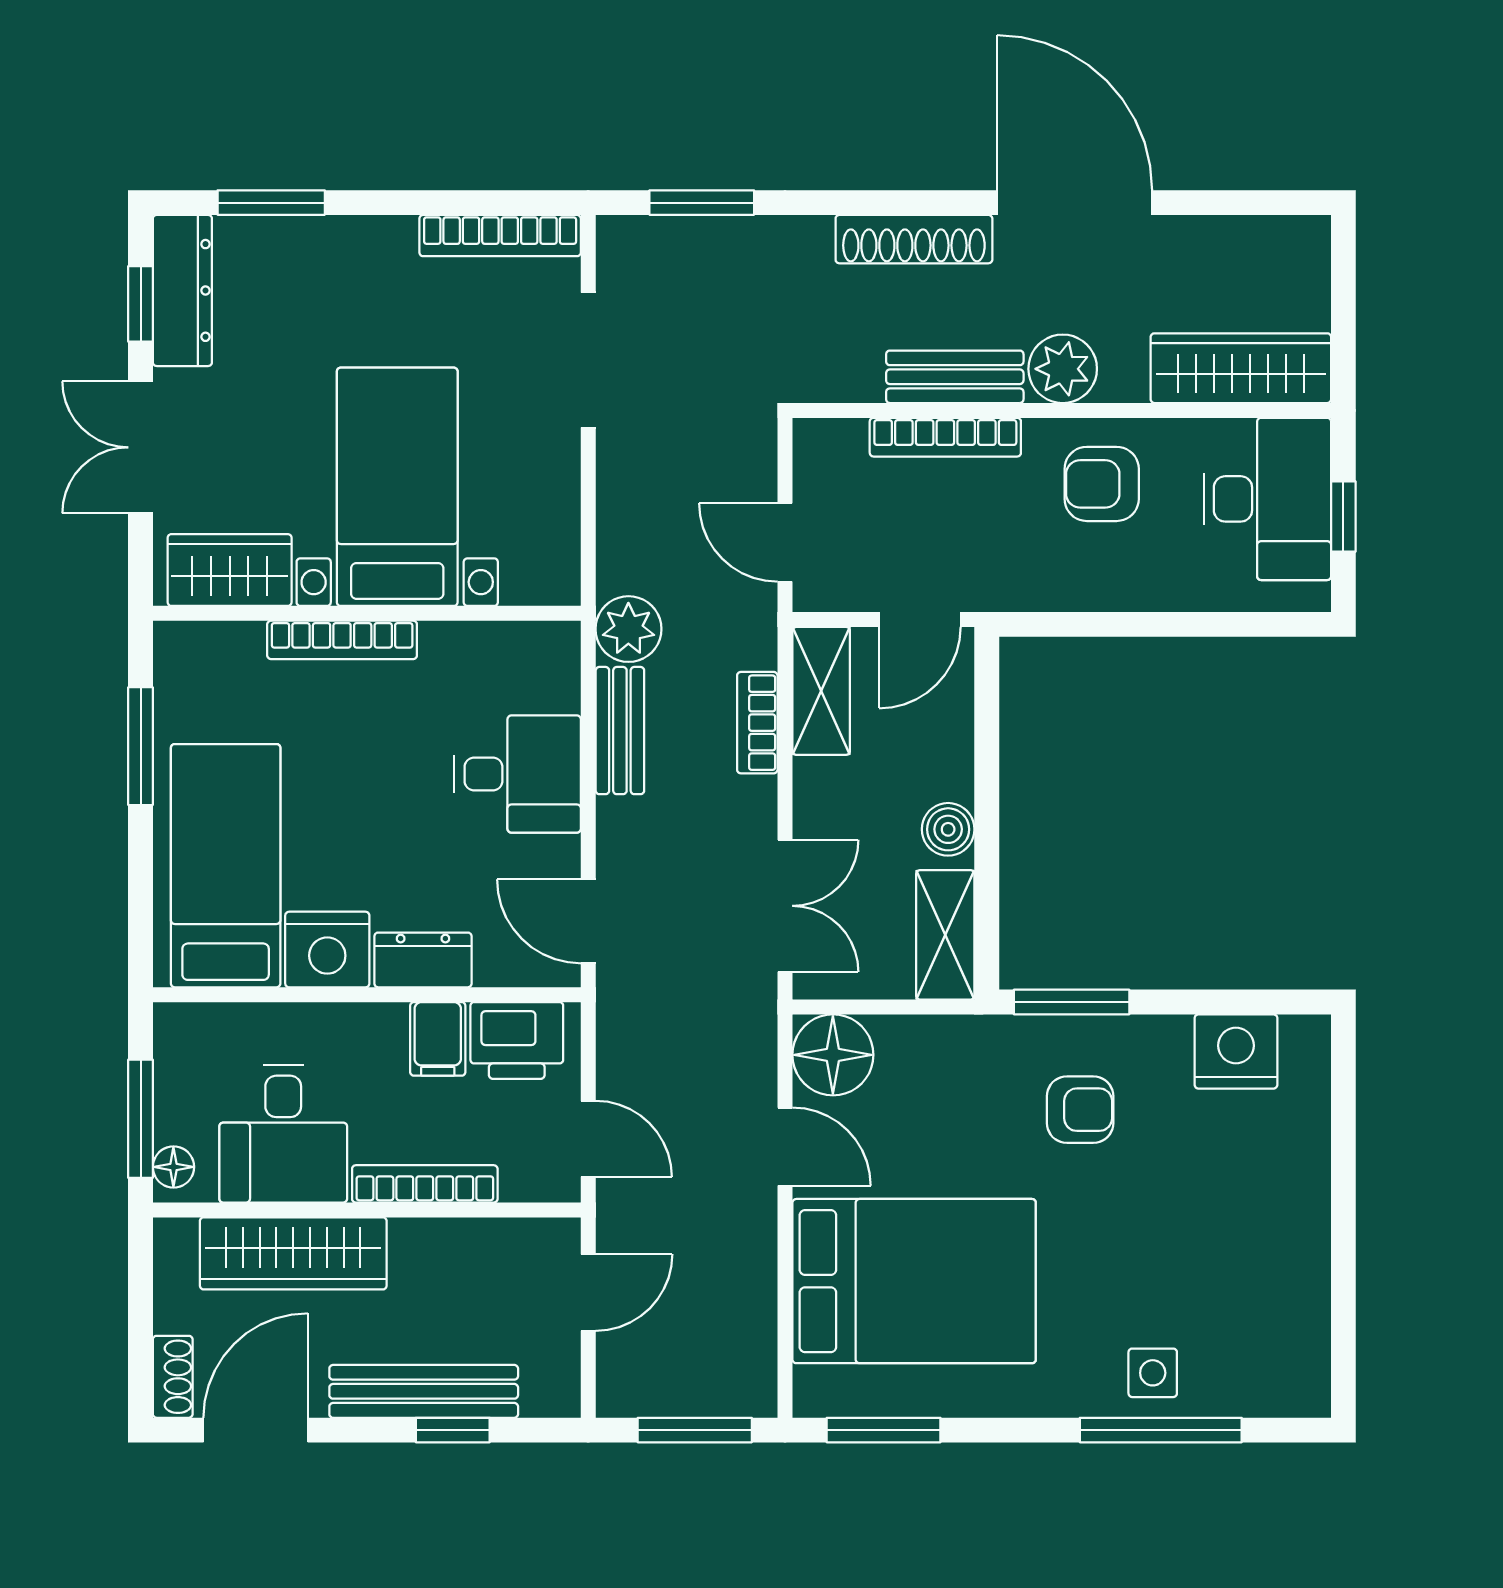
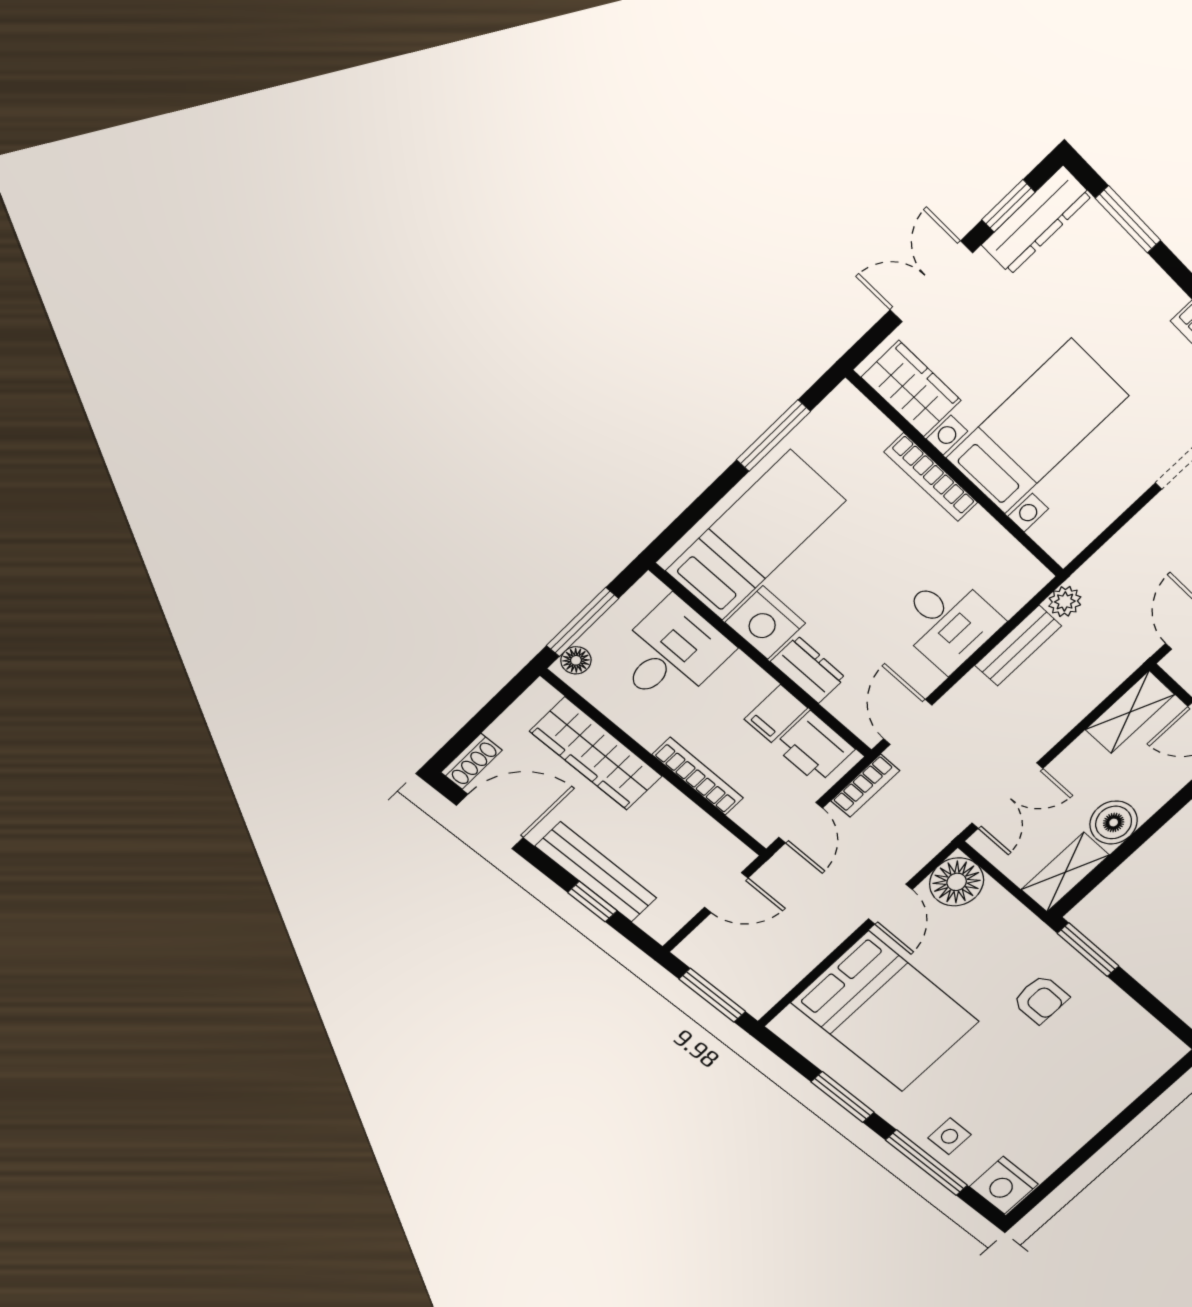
plant: (628, 629) -> (1065, 601), width x0.73, depth x0.73
bookcase: (757, 723) -> (865, 786), moved, turned 180
boiler: (948, 829) -> (1114, 823), width x1.36, depth x1.36
nightstand: (1236, 1051) -> (1004, 1185), moved, turned 180
desk: (283, 1134) -> (671, 653), moved, turned 180
window: (884, 1430) -> (843, 1097), moved

